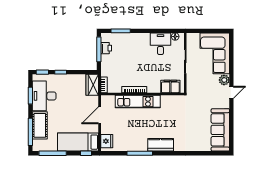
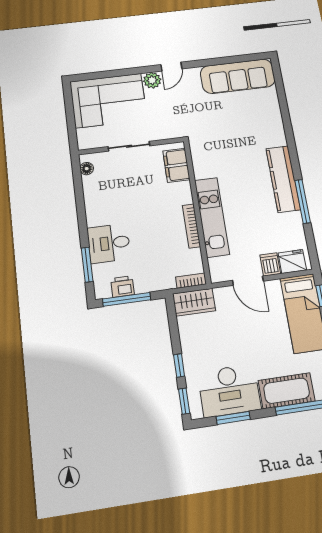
desk: (160, 44) -> (109, 243), moved
door: (231, 92) -> (171, 67), swing flipped
dishwasher: (107, 129) -> (270, 264), added
kitchen counter: (161, 145) -> (283, 179), width x1.50

